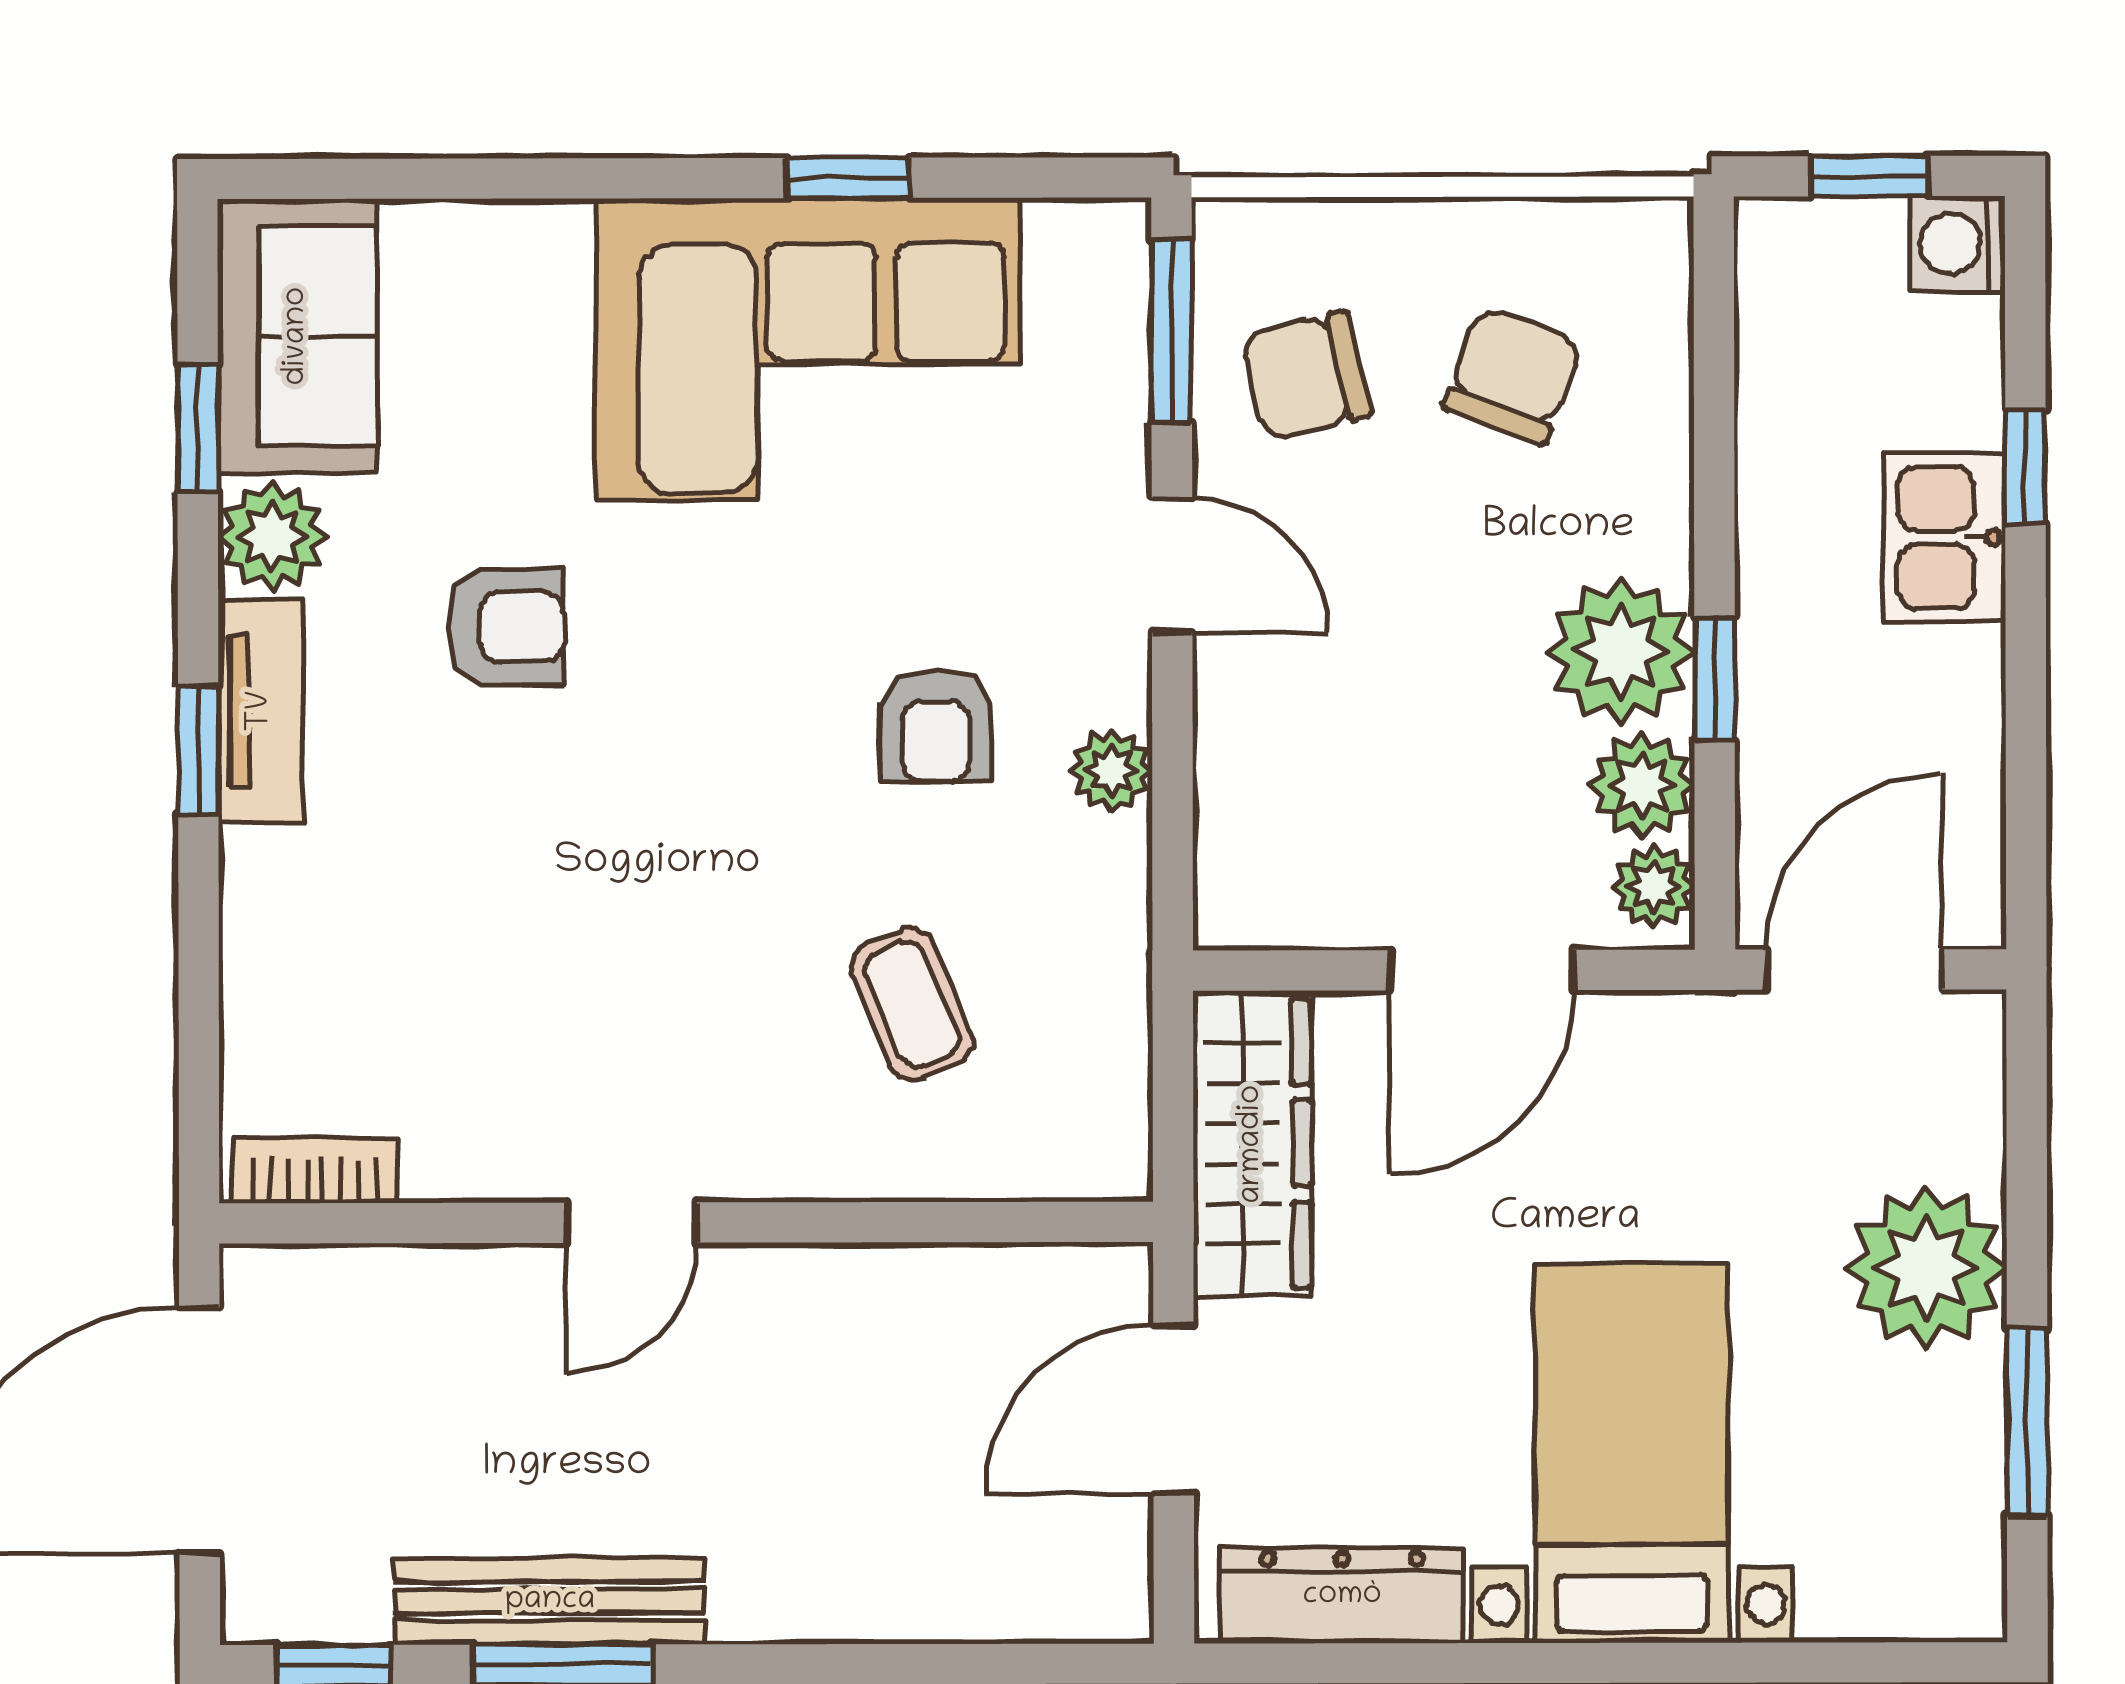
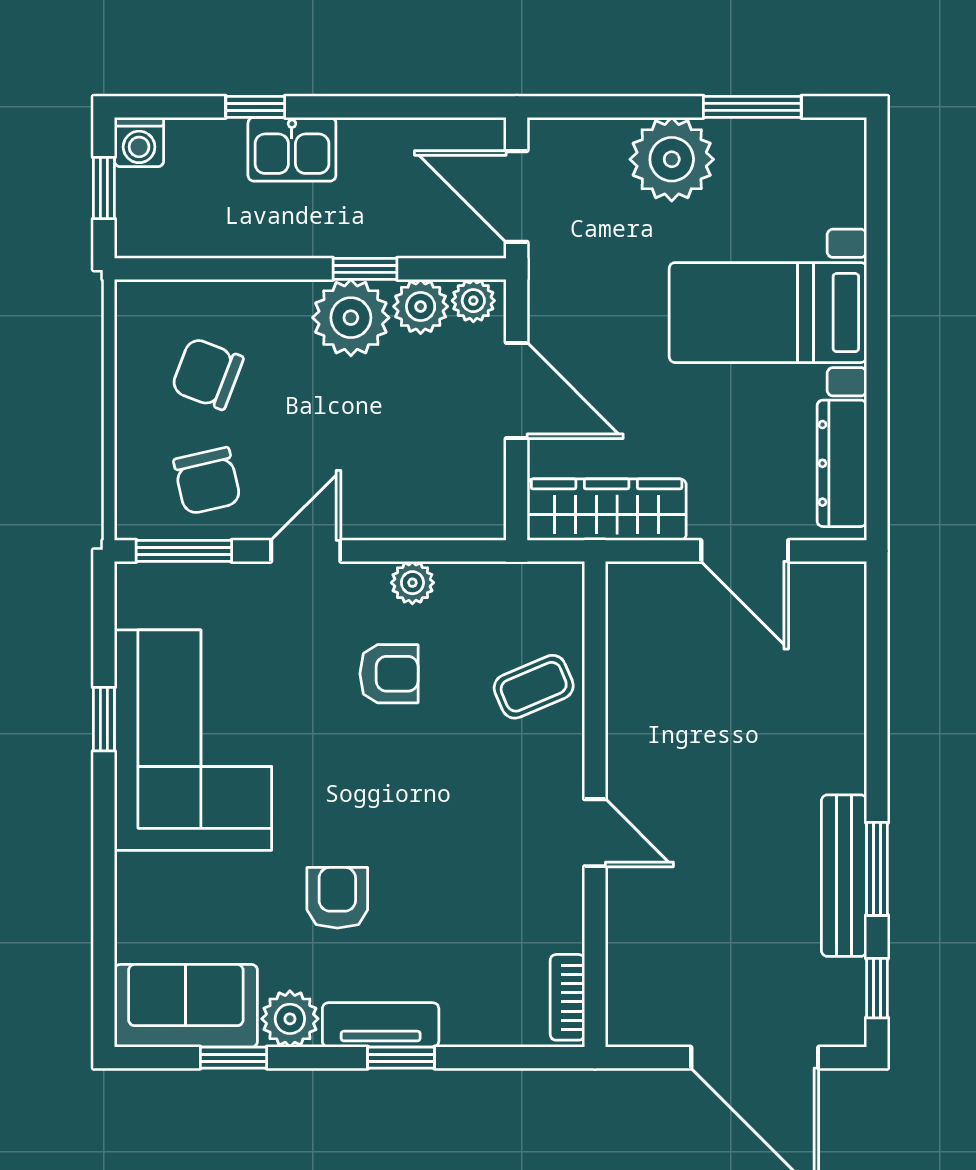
bookcase: (315, 1170) -> (567, 997), moved
door: (631, 1223) -> (595, 833), moved
wall: (686, 1223) -> (595, 804), moved

